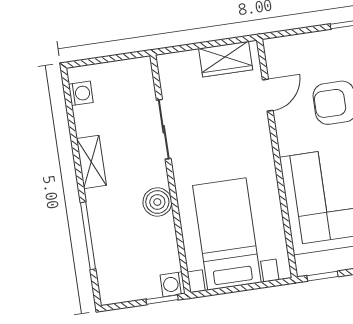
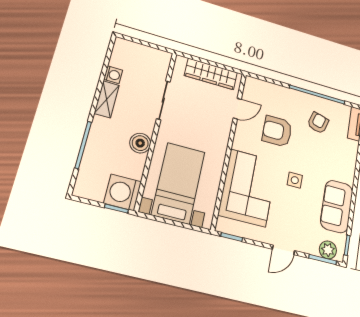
wardrobe: (226, 59) -> (211, 74), width x1.50
washing machine: (81, 93) -> (113, 75), moved
washing machine: (173, 284) -> (123, 192), width x1.89, depth x1.89

